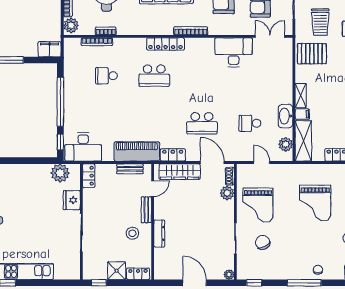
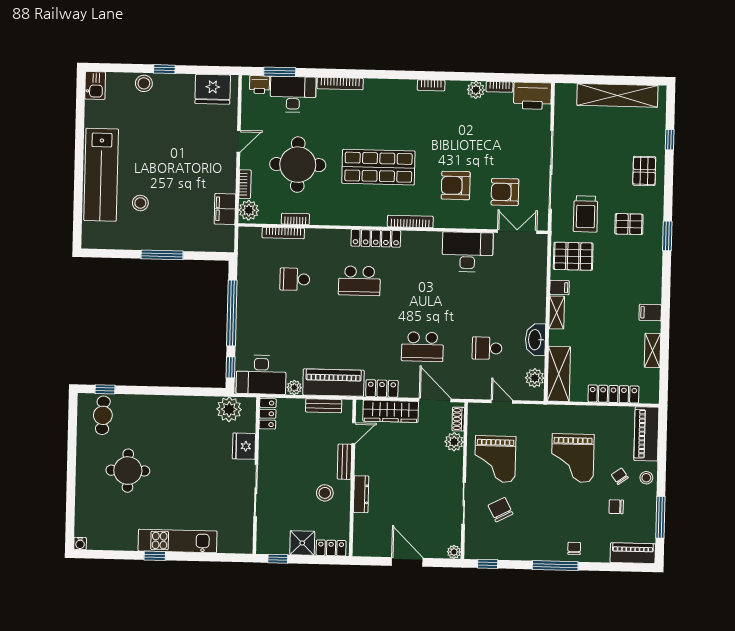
filing cabinet: (50, 49) -> (225, 209), moved, turned -90
filing cabinet: (302, 114) -> (559, 288), moved
plant: (108, 156) -> (294, 387), added

